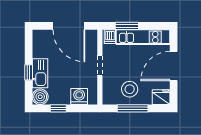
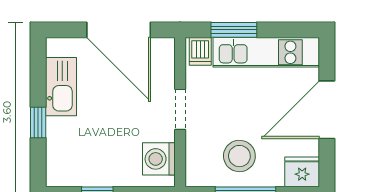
kitchen sink: (40, 73) -> (61, 87), moved
washing machine: (79, 96) -> (159, 159), moved, turned -90
boiler: (40, 97) -> (61, 171), removed

